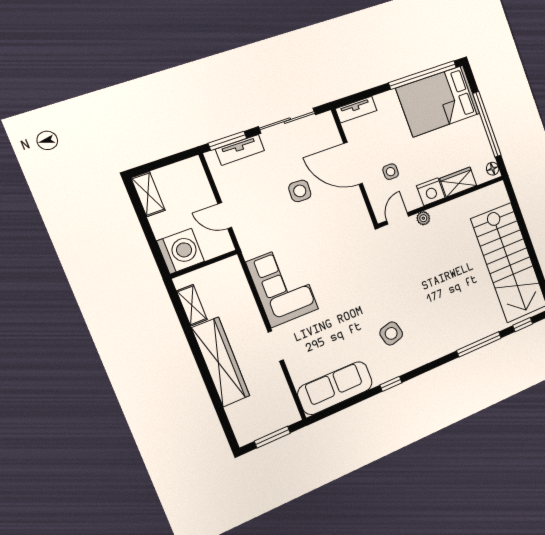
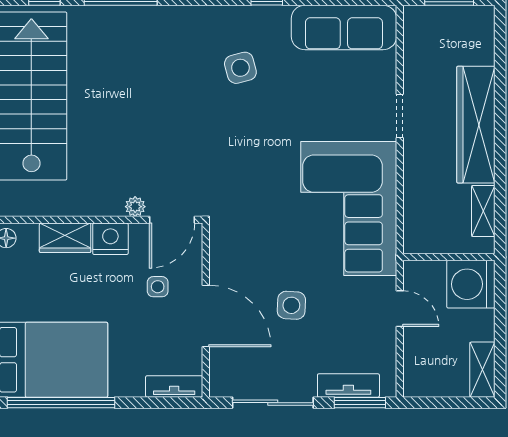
door: (398, 218) -> (172, 220), width x1.38
corner sofa: (282, 286) -> (349, 209), width x1.36, depth x1.36

